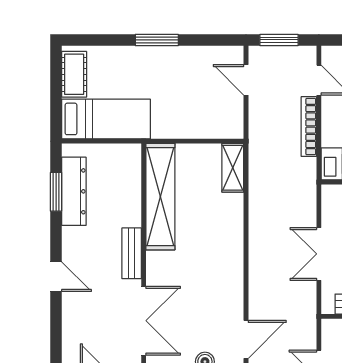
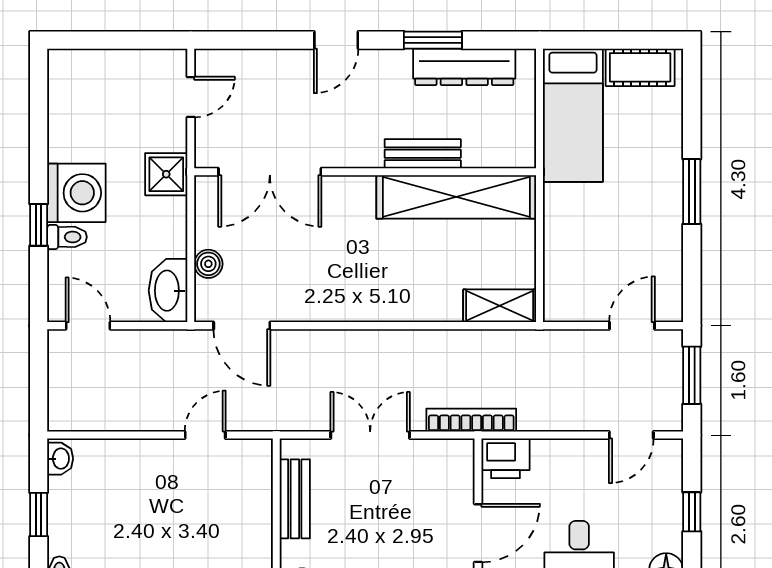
bookcase: (309, 127) -> (471, 420), moved
window: (56, 192) -> (433, 40), moved
bench: (132, 253) -> (423, 154), moved

